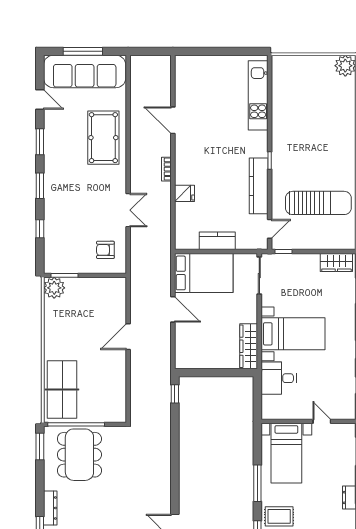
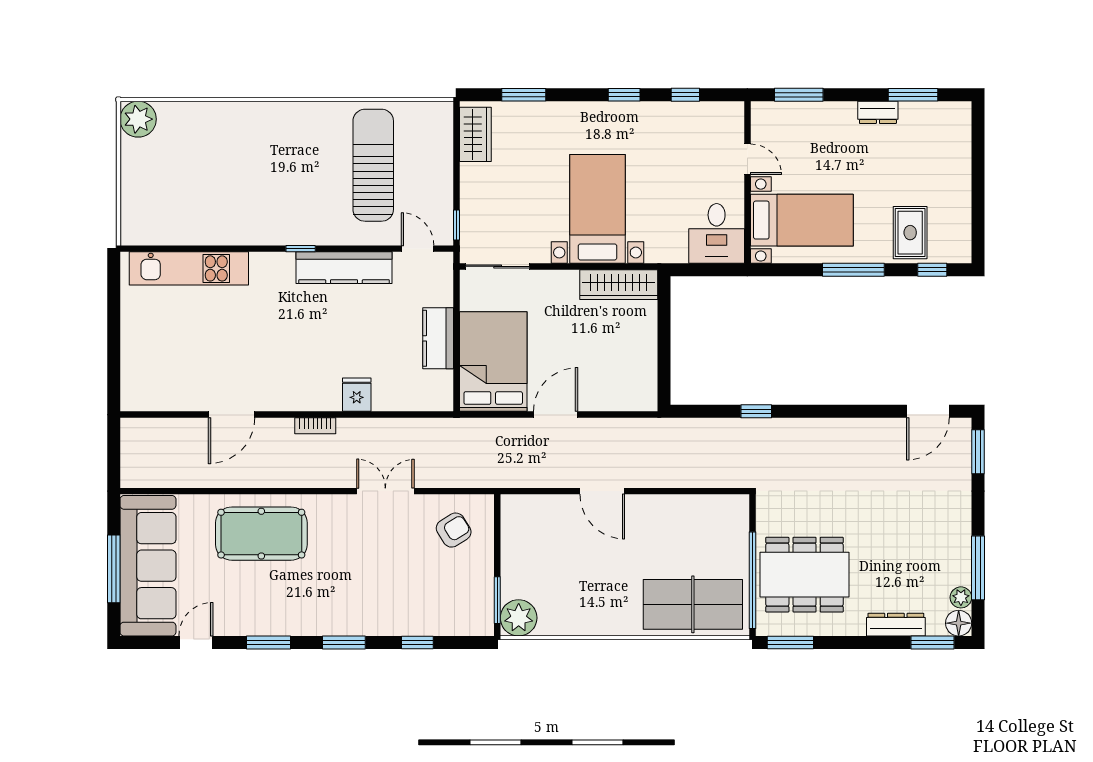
armchair: (105, 250) -> (454, 530), turned -122
desk: (279, 378) -> (717, 233), moved
window: (175, 394) -> (756, 411), moved
door: (322, 421) -> (747, 159), swing flipped

